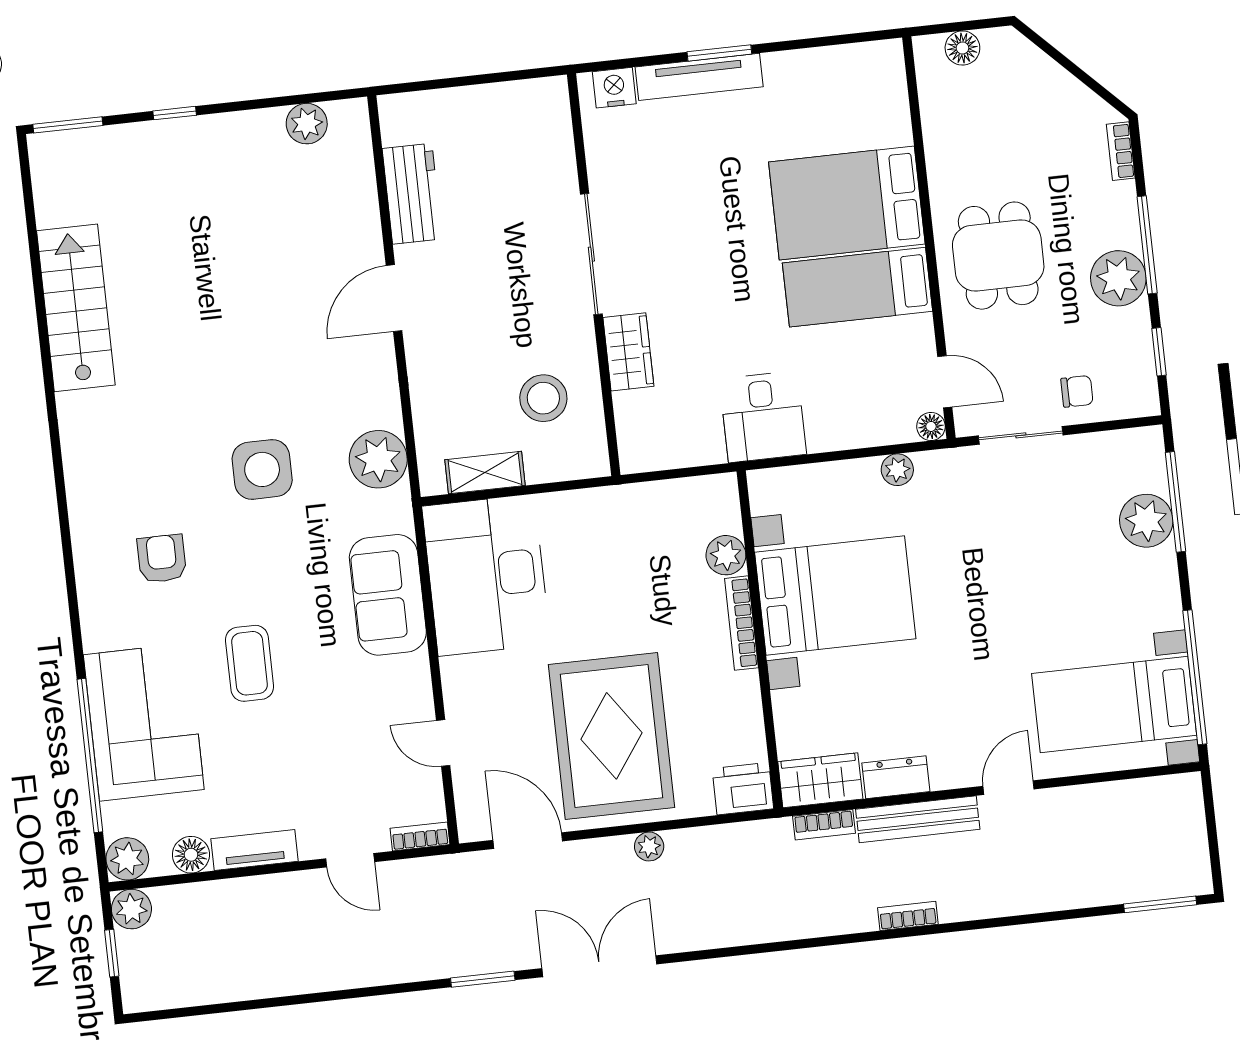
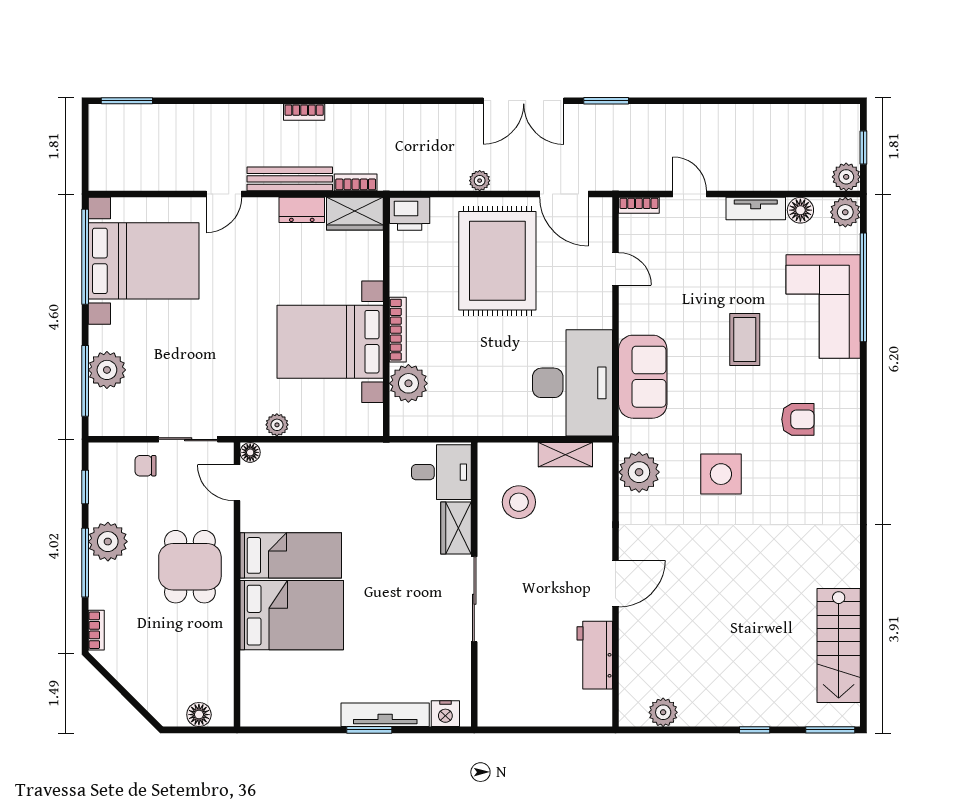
stairs: (76, 308) -> (839, 646), moved
desk: (763, 417) -> (441, 472), moved, turned 90
plant: (726, 555) -> (408, 383), width x1.36, depth x1.36
armchair: (162, 559) -> (798, 419), turned -90
bed with nightstands: (1114, 704) -> (144, 261), width x1.36

